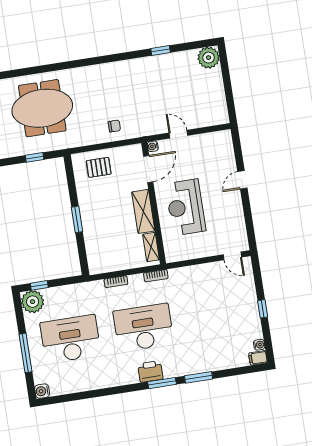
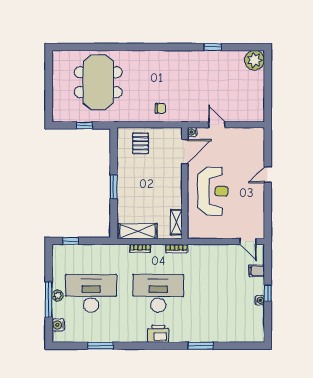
meeting table: (42, 108) -> (98, 82), turned 90
pallet: (99, 167) -> (141, 143), turned 90
reception desk: (186, 207) -> (213, 191), turned 180
shelving: (143, 211) -> (138, 231), moved, turned 90
plant: (33, 302) -> (57, 295), moved, width x0.53, depth x0.53
water cooler: (259, 345) -> (260, 300), moved
filing cabinet: (258, 358) -> (257, 271), moved
window: (162, 383) -> (101, 346), moved
water cooler: (42, 391) -> (58, 325), moved

